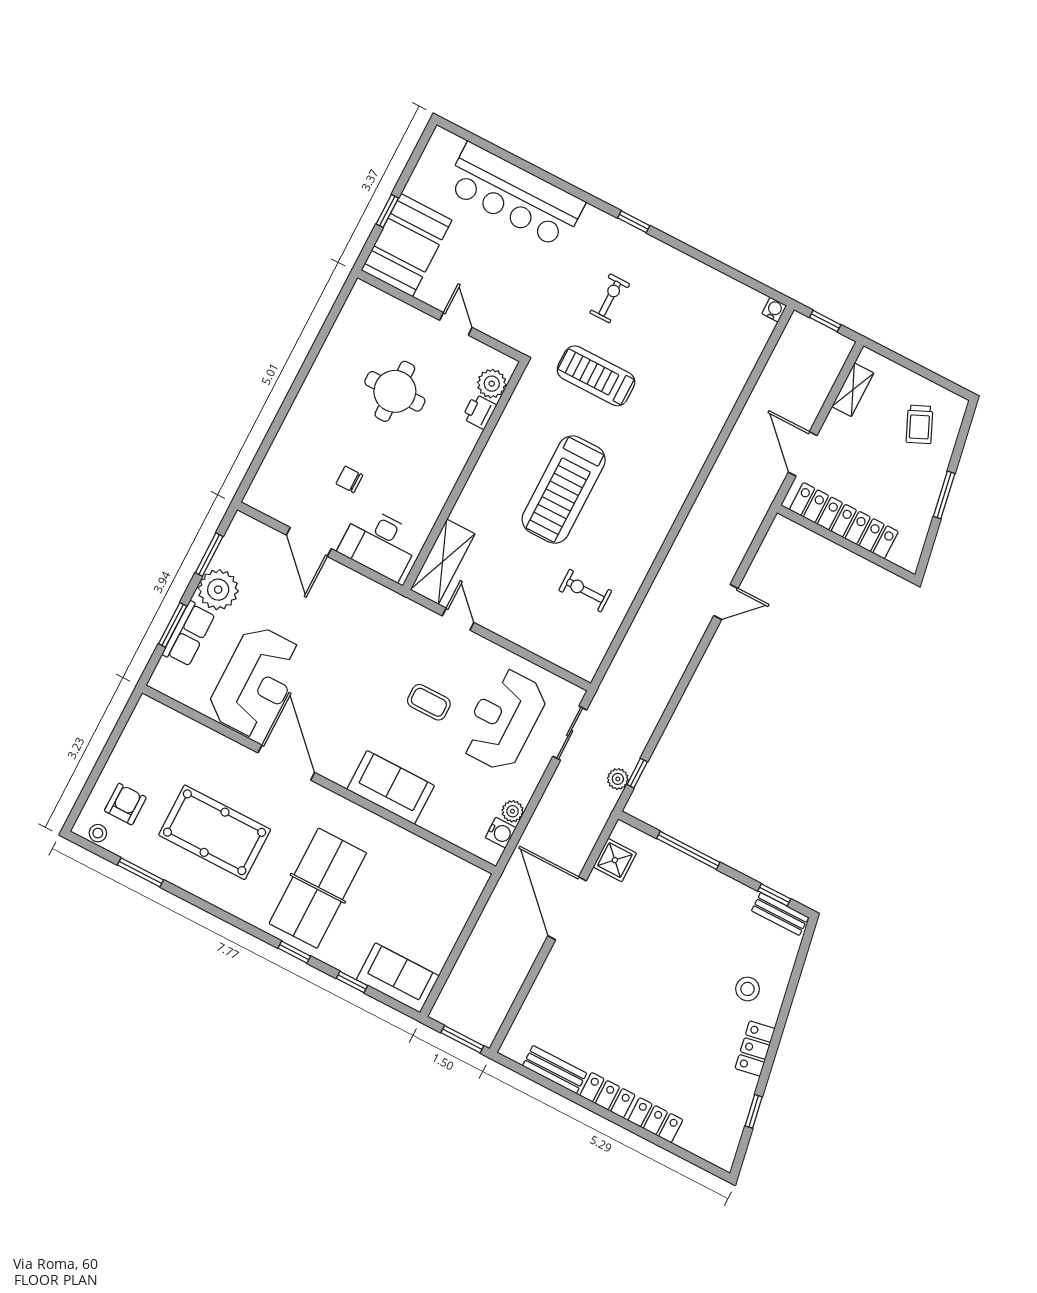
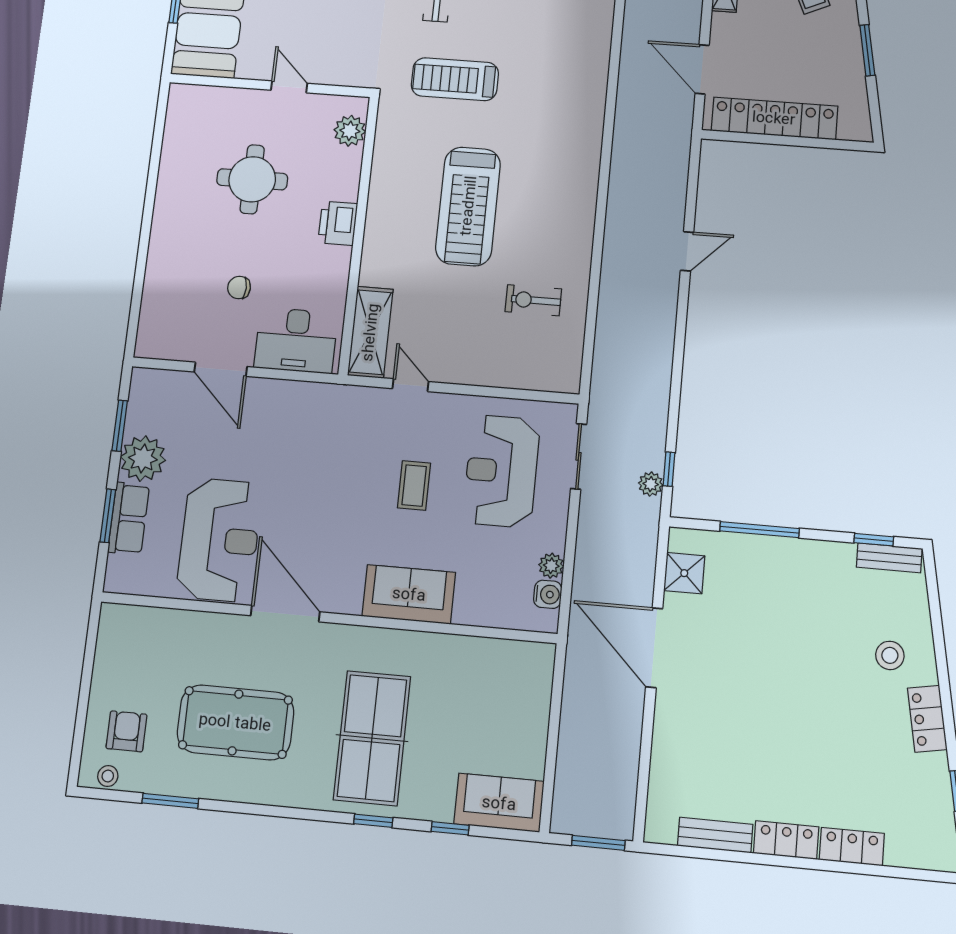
printer: (479, 412) -> (338, 223), moved, width x1.36, depth x1.24
coffee table: (429, 702) -> (414, 486), turned 90

